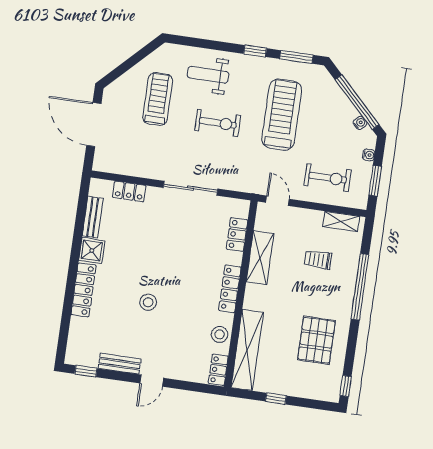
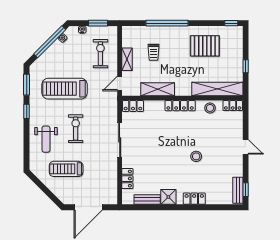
shelving: (341, 221) -> (127, 59), moved
locker: (237, 235) -> (133, 106), moved
locker: (84, 290) -> (194, 199), width x0.66
bench: (120, 364) -> (238, 190), moved

